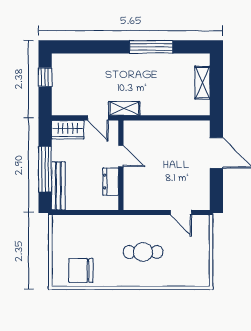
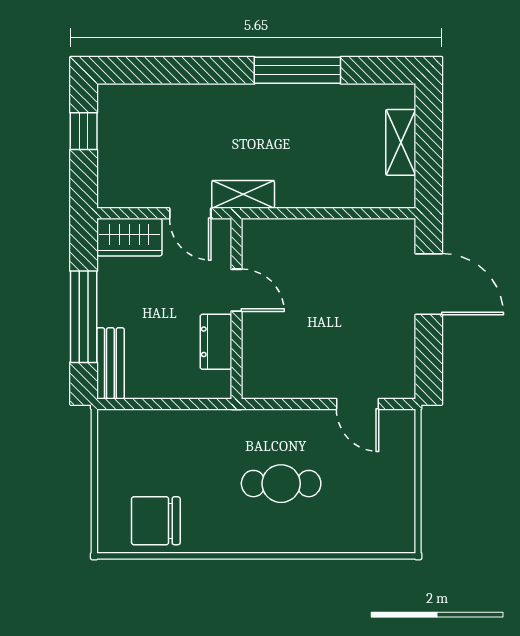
bench: (58, 186) -> (110, 363), width x0.73

